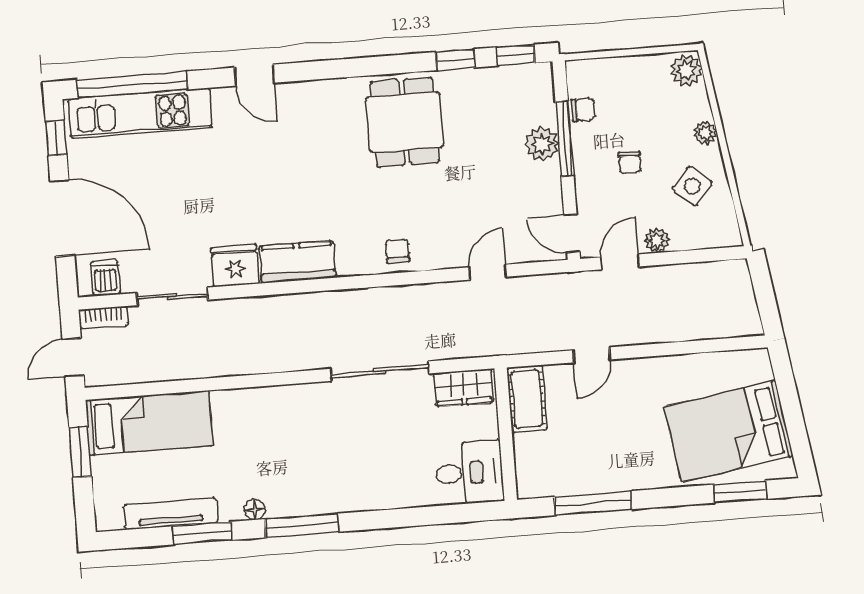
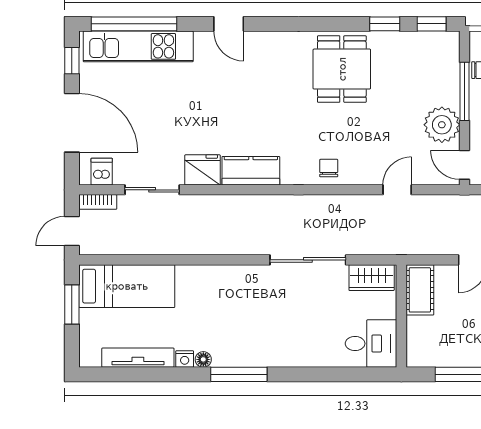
plant: (542, 144) -> (442, 125), moved, width x1.36, depth x1.36
nightstand: (231, 511) -> (185, 359), added
window: (202, 533) -> (161, 374), removed

